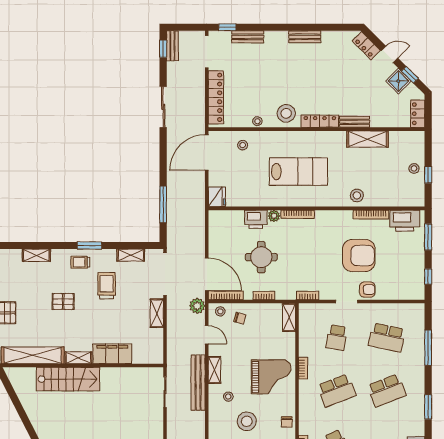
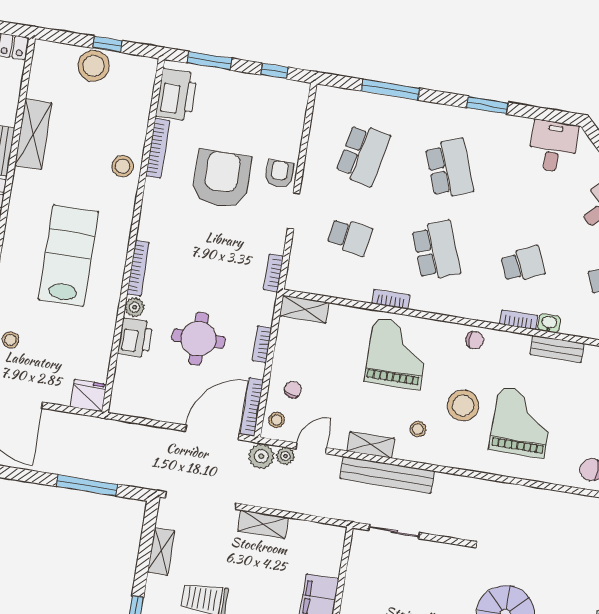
stool: (414, 168) -> (93, 66), width x1.89, depth x1.89
plant: (200, 320) -> (285, 456), added

